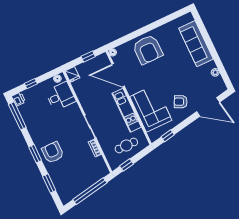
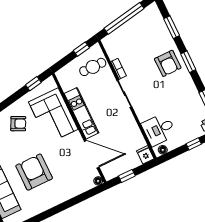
armchair: (148, 49) -> (34, 172), moved
cafe table: (126, 145) -> (93, 67), moved

